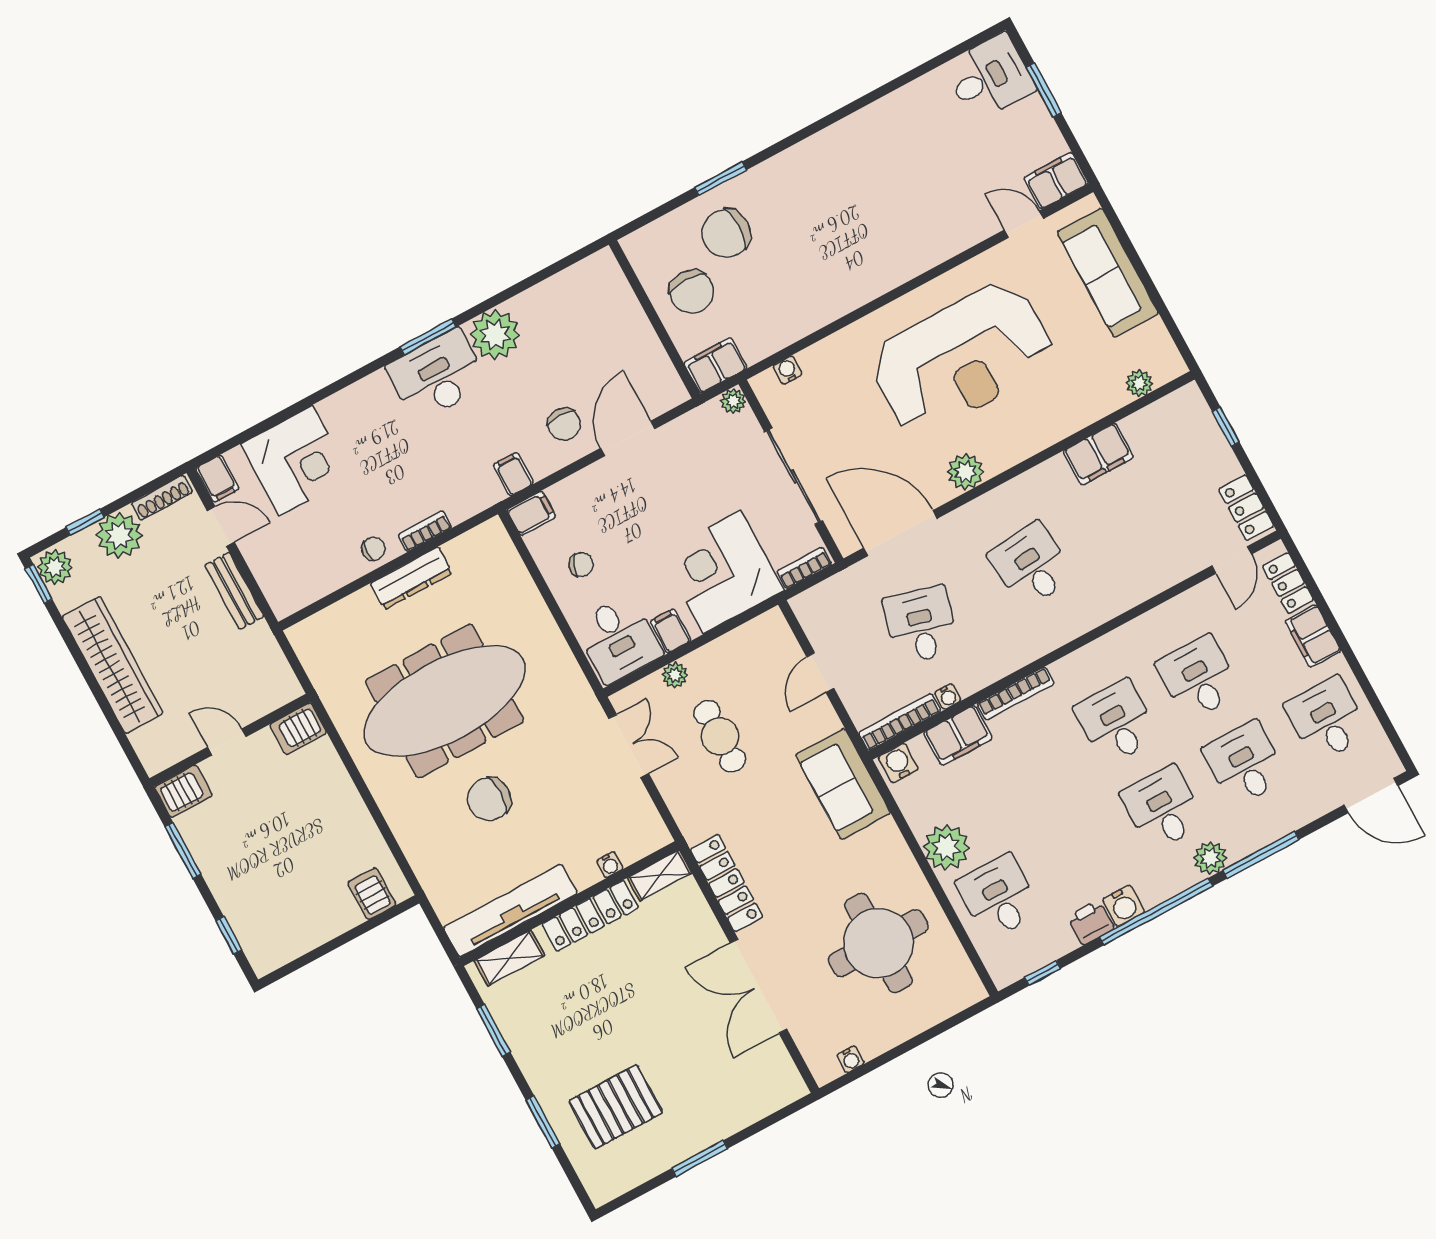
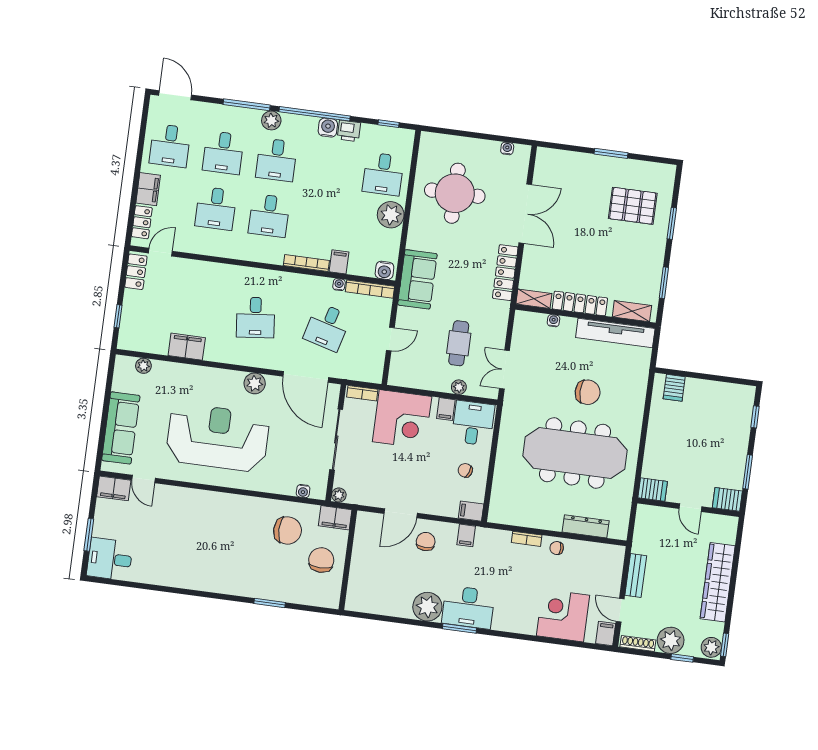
chair: (726, 233) -> (287, 530), moved
dresser: (411, 578) -> (586, 526), moved
filing cabinet: (958, 735) -> (339, 262), width x0.50

